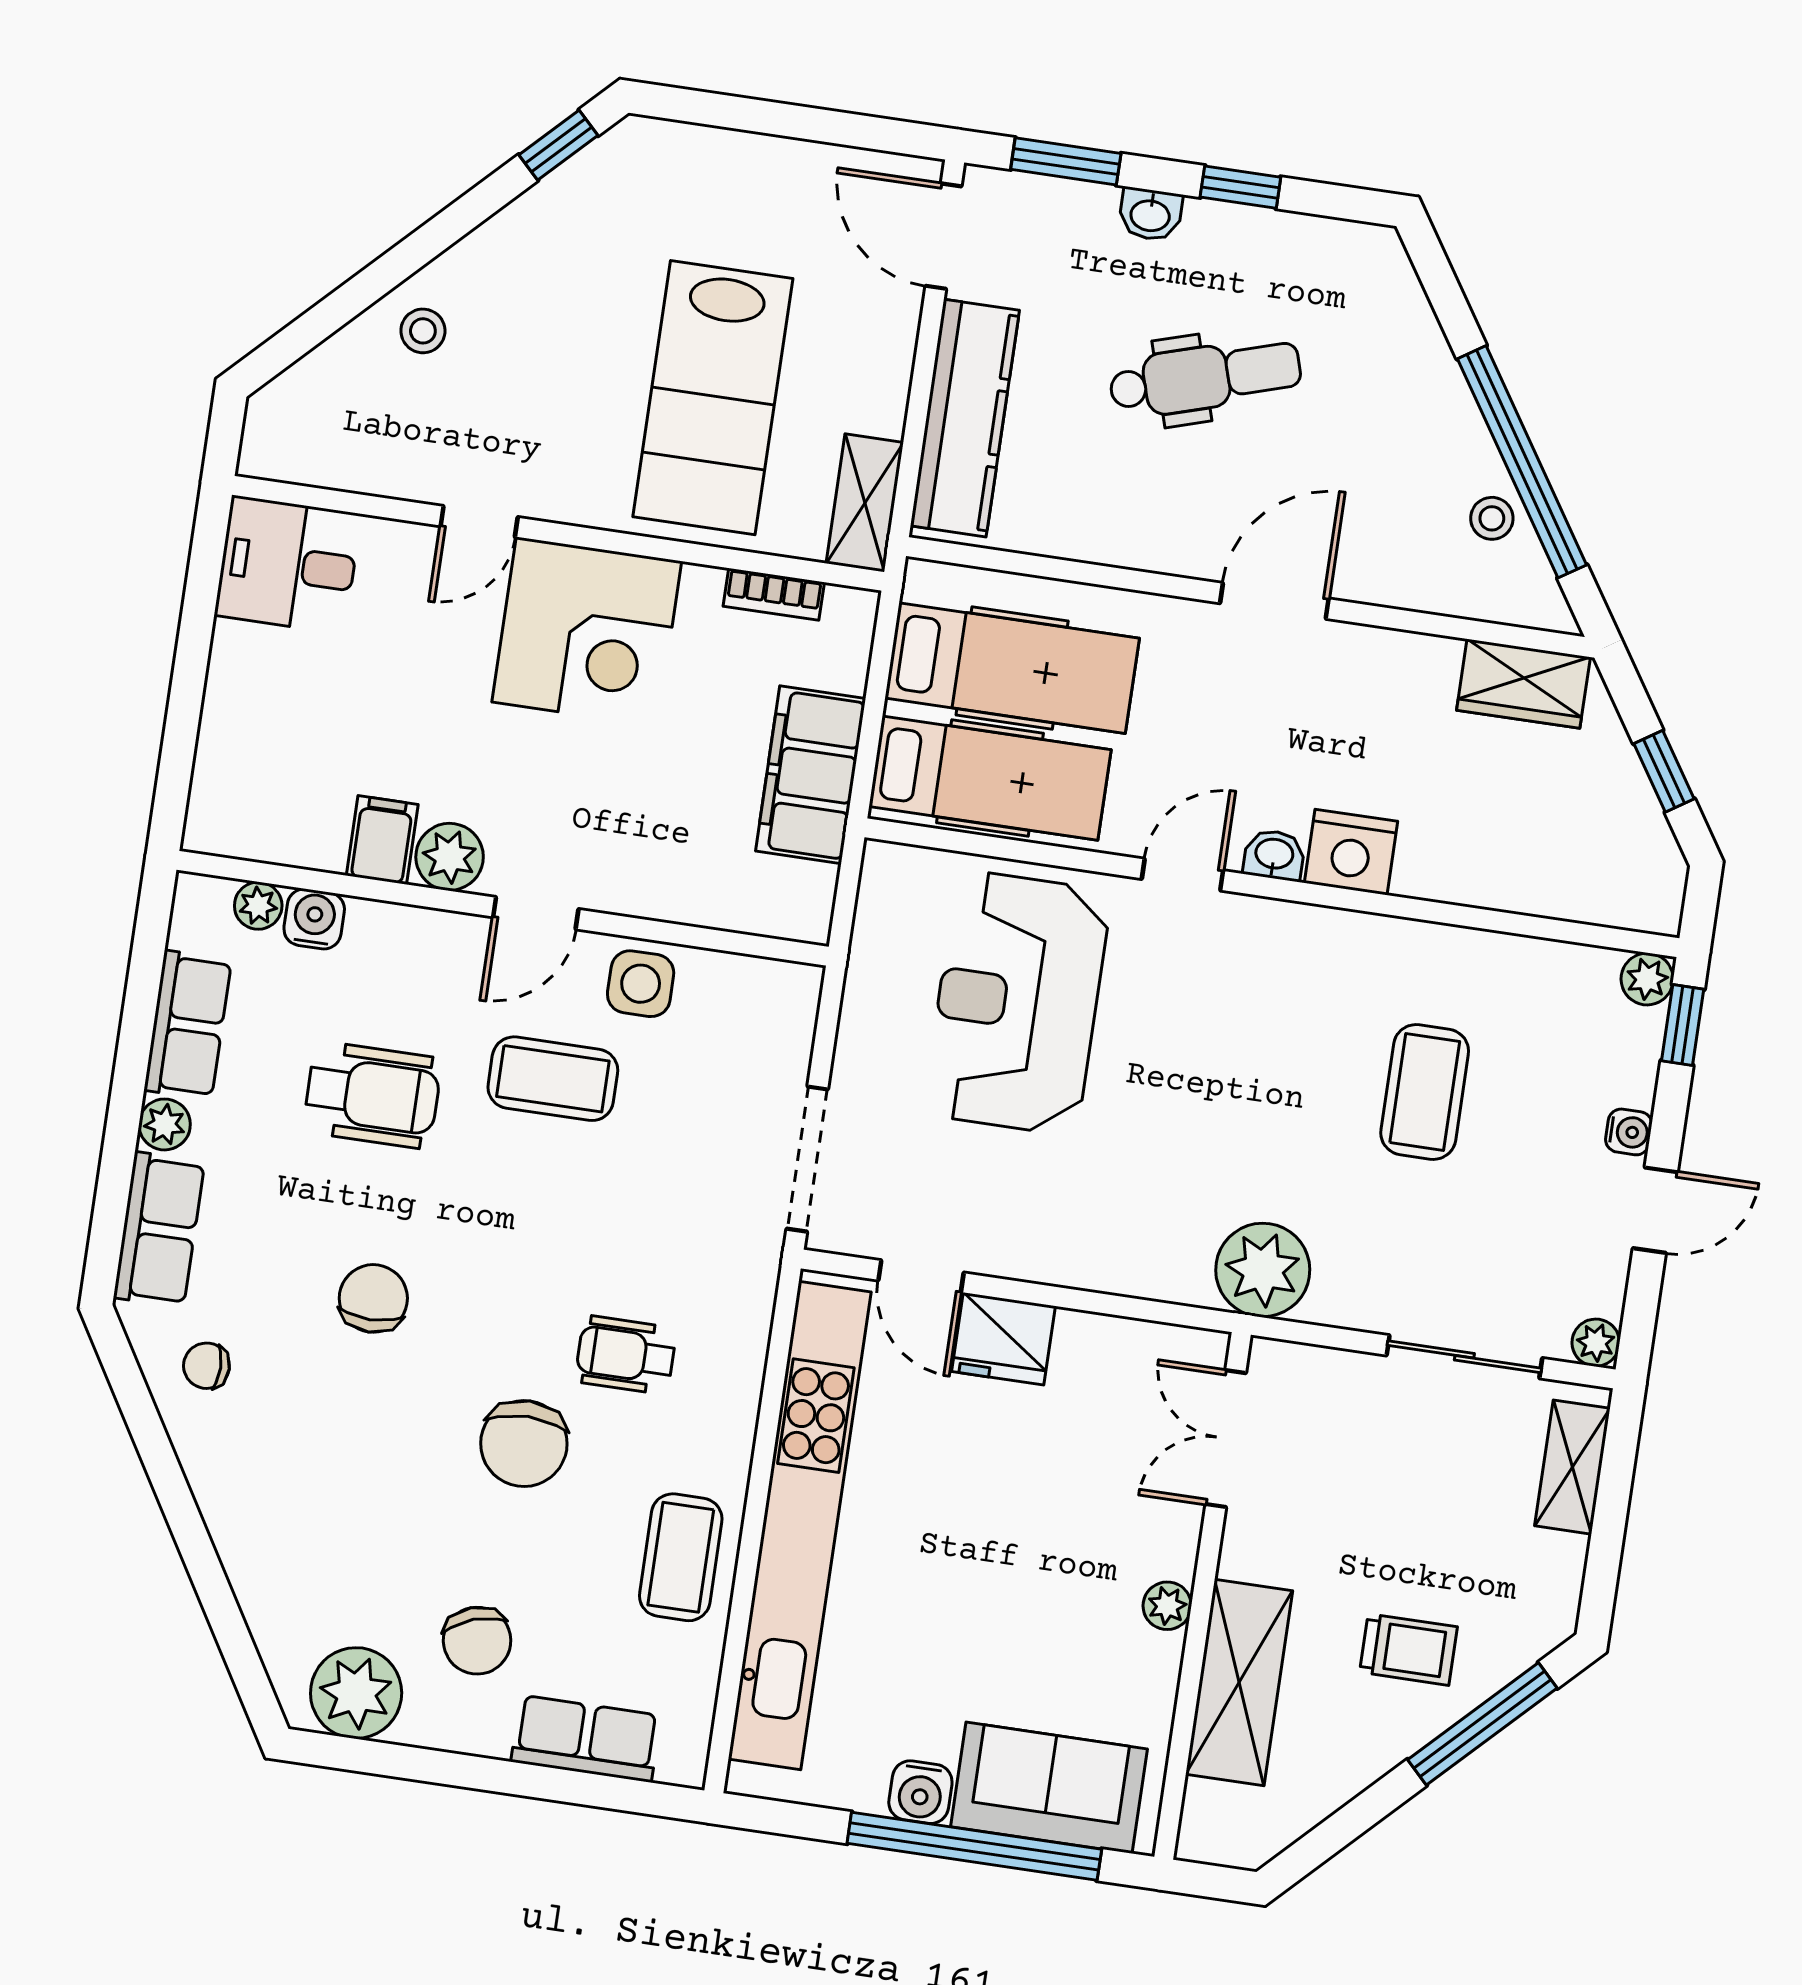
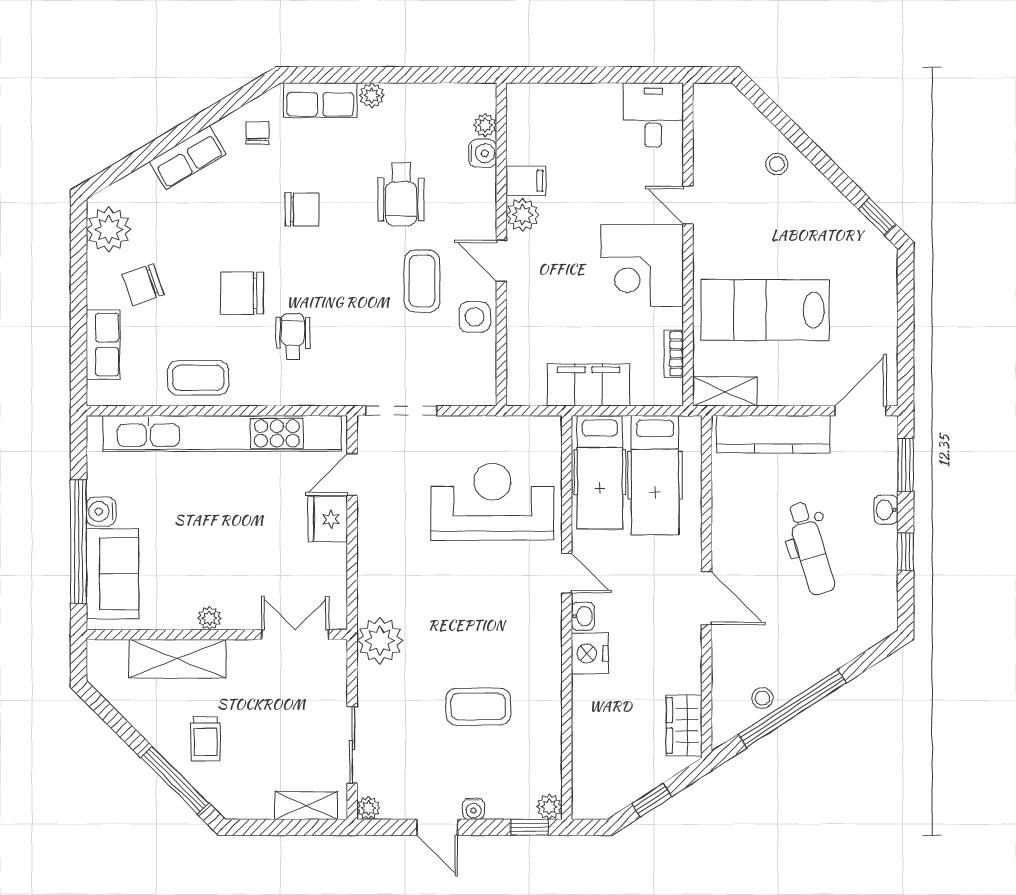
row of seats: (188, 1025) -> (188, 158), moved, turned -31

